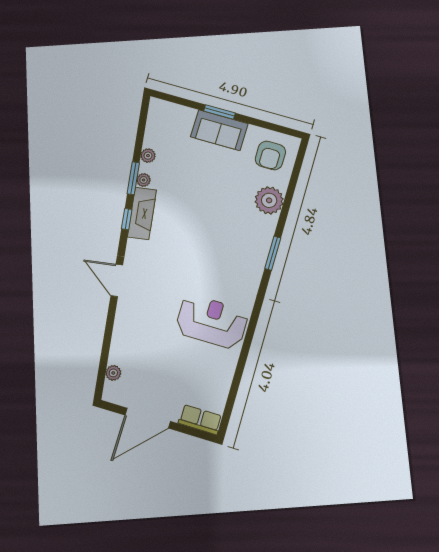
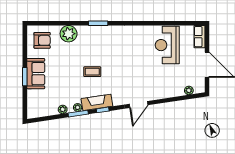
coffee table: (195, 220) -> (92, 72), added
reception desk: (212, 322) -> (167, 45), moved

